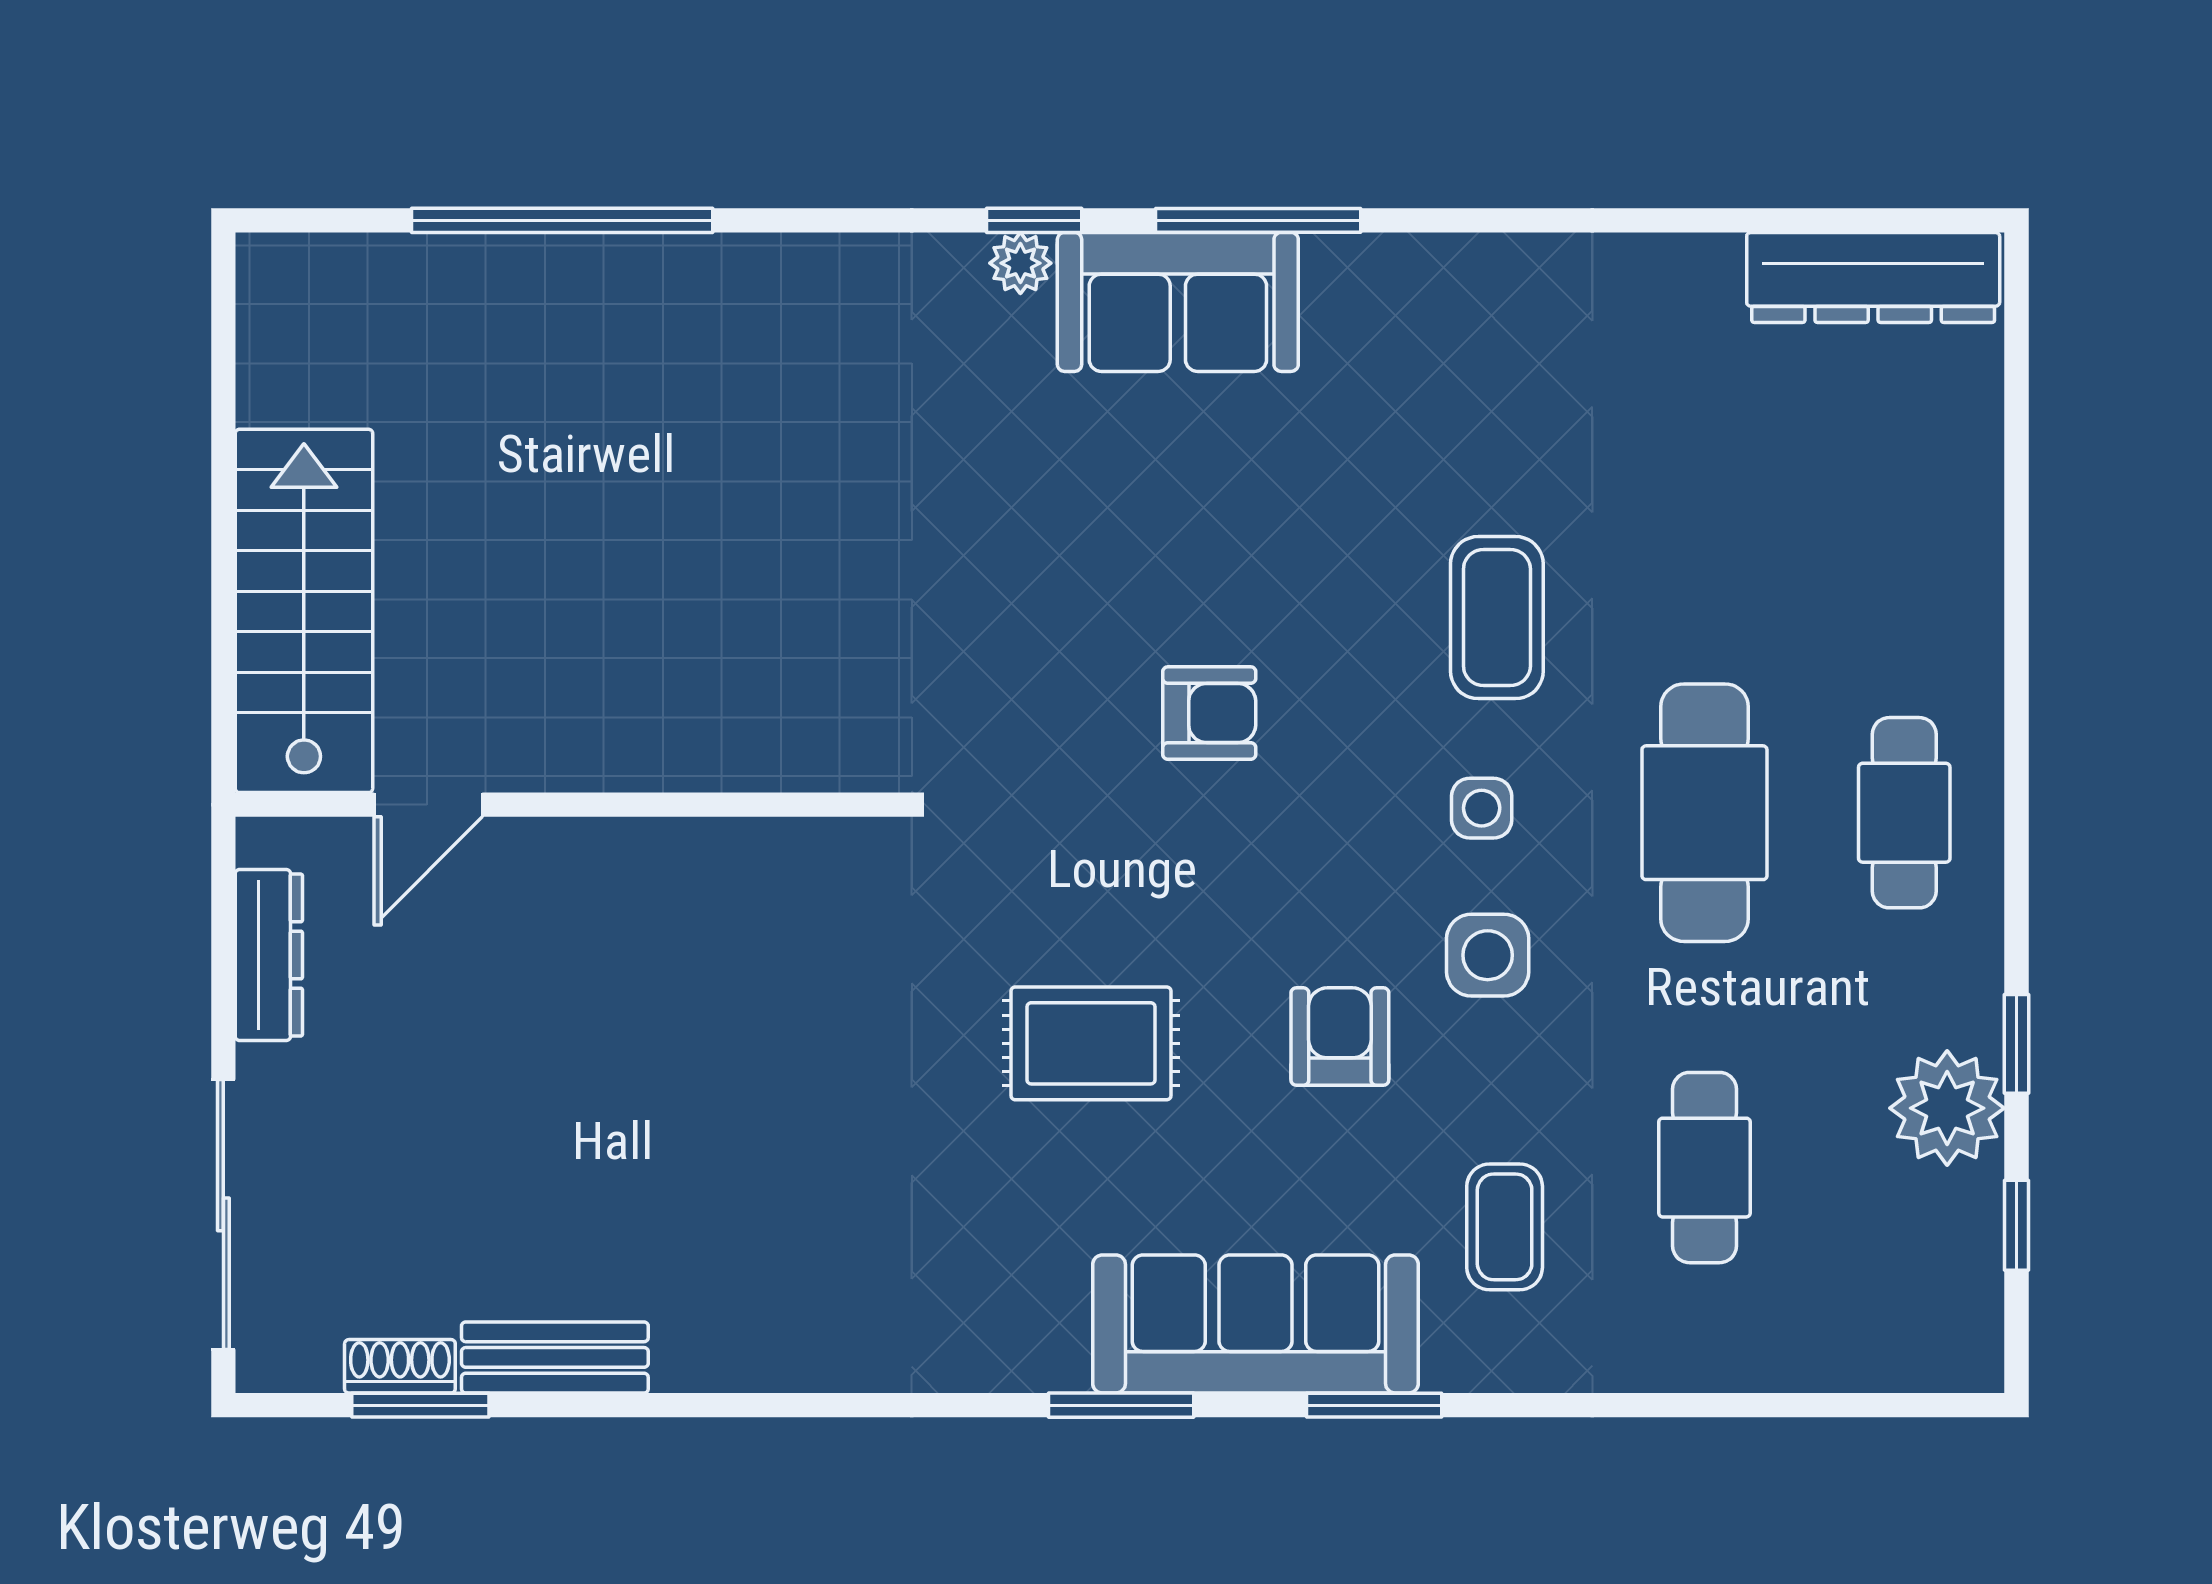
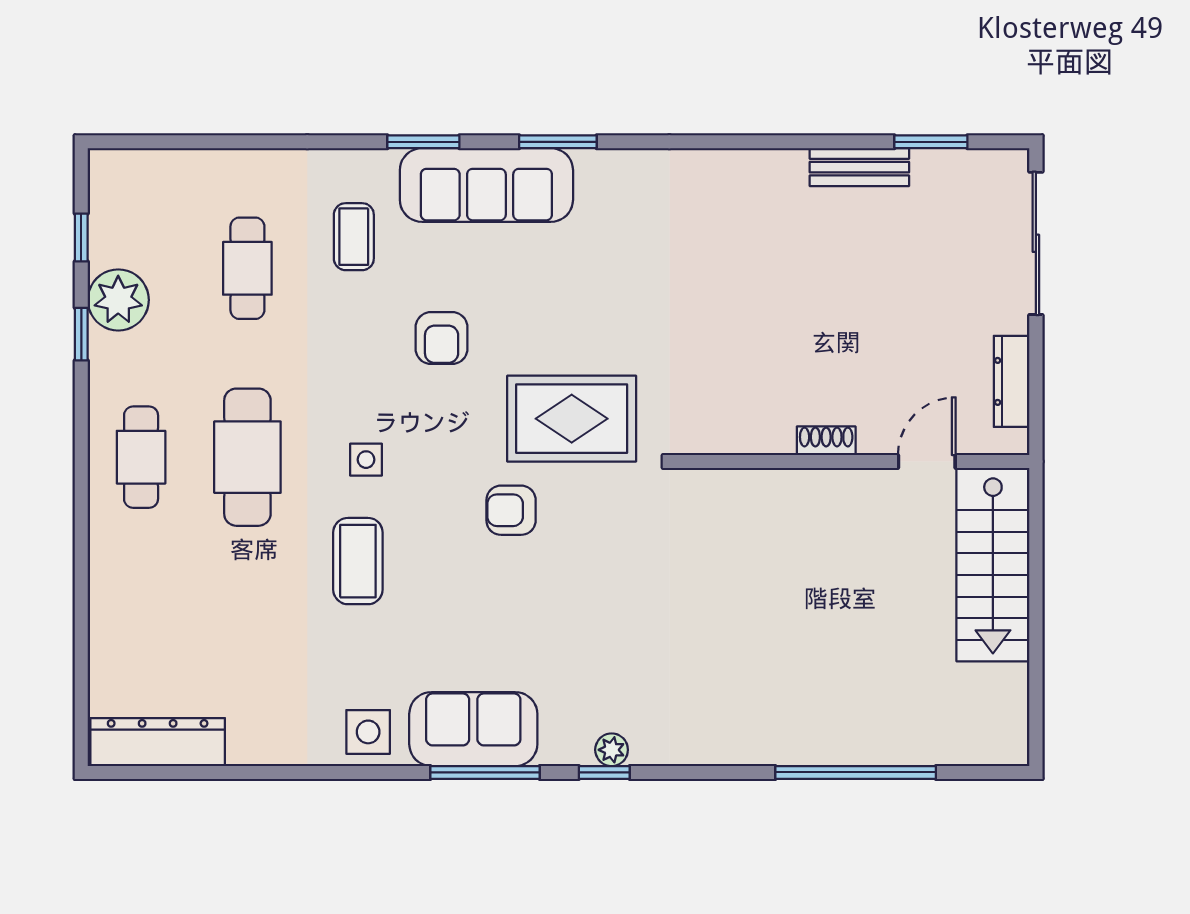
sofa: (1178, 302) -> (473, 729), moved
side table: (1488, 955) -> (368, 732), moved
rug: (1091, 1043) -> (572, 419), moved, width x1.36, depth x1.43
shoe rack: (400, 1366) -> (826, 441), moved, turned 180

